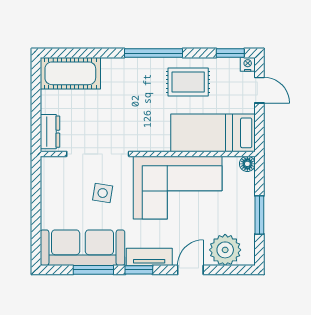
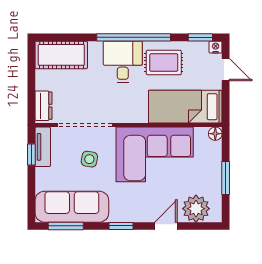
window: (154, 53) -> (134, 37), width x1.46
desk: (141, 81) -> (123, 62), added
window: (36, 188) -> (31, 154), added
tv unit: (149, 257) -> (43, 147), moved, turned 90
window: (93, 270) -> (66, 226), moved

